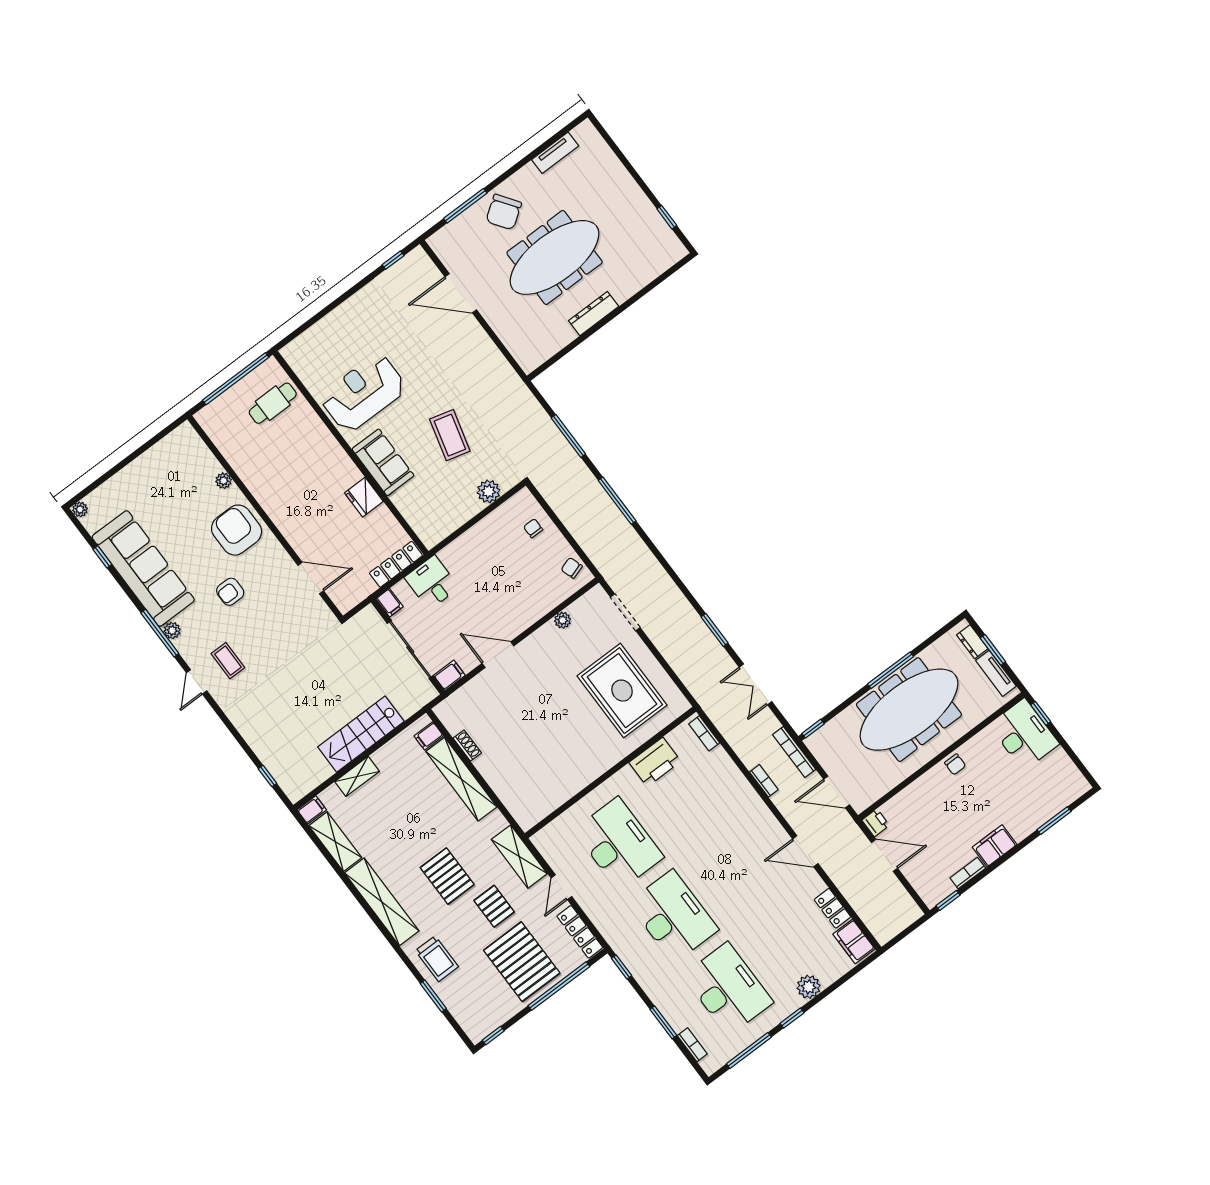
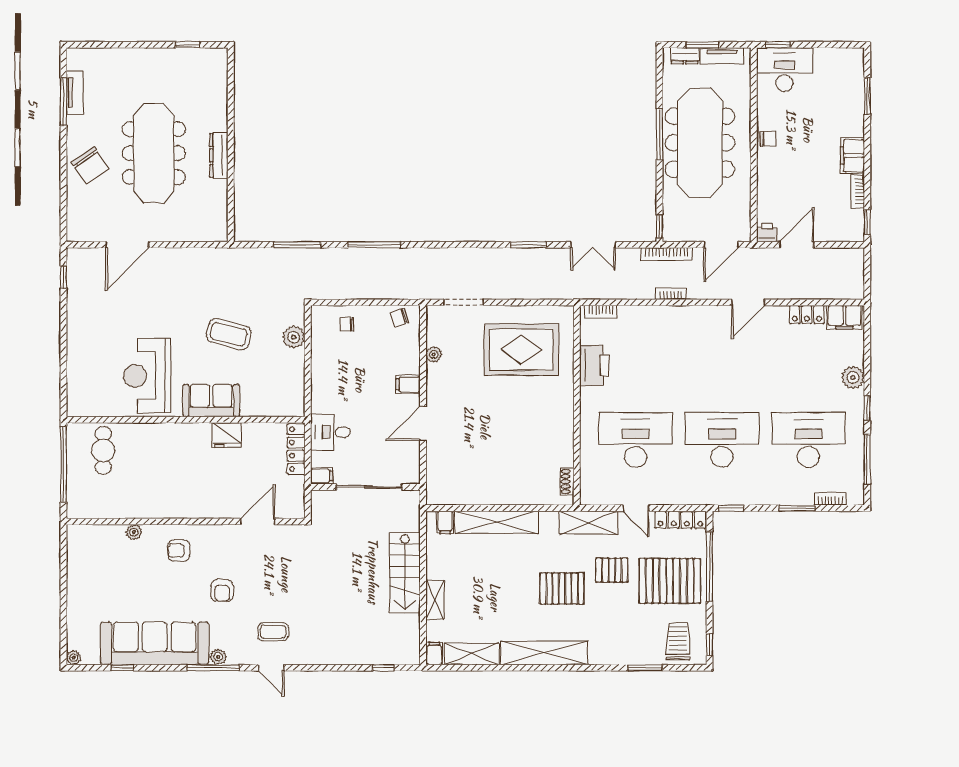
window: (465, 206) -> (63, 102), moved
armchair: (237, 530) -> (179, 550), width x0.53, depth x0.53
filing cabinet: (449, 675) -> (408, 384), moved, turned -90
shoe rack: (467, 746) -> (567, 482), moved, turned -90
trolley: (437, 959) -> (678, 641), moved, turned -90

